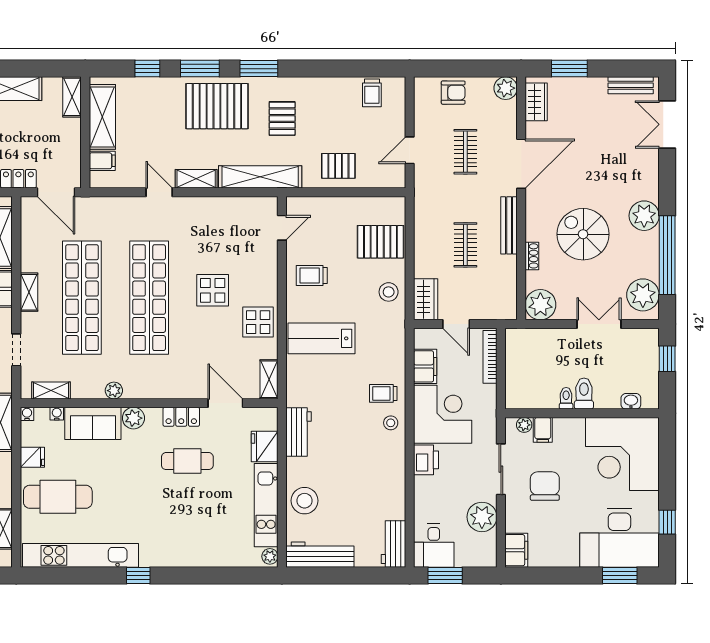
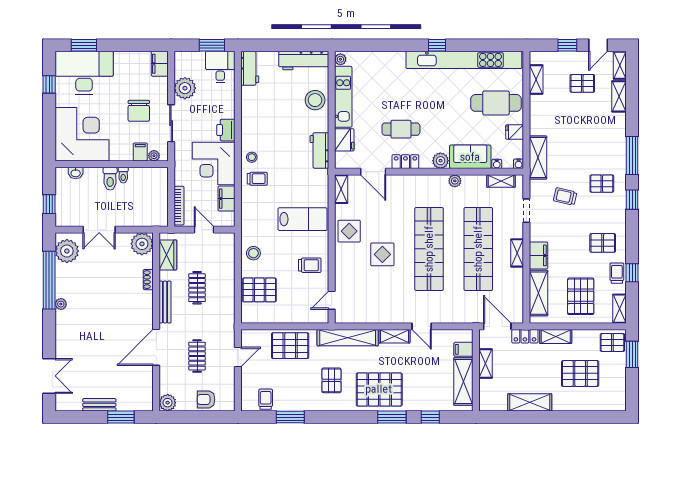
window: (259, 69) -> (290, 417), moved
bench: (631, 85) -> (99, 405), moved
shelving: (72, 97) -> (486, 364), moved
wardrobe: (536, 102) -> (145, 393), removed
pallet: (338, 166) -> (290, 346), width x1.50, depth x1.42
plant: (644, 216) -> (61, 304), width x0.53, depth x0.53
spiral stairs: (583, 234) -> (111, 296), removed
wardrobe: (426, 299) -> (168, 255), moved, turned 180
kitchen unit: (81, 555) -> (464, 60), width x1.36

